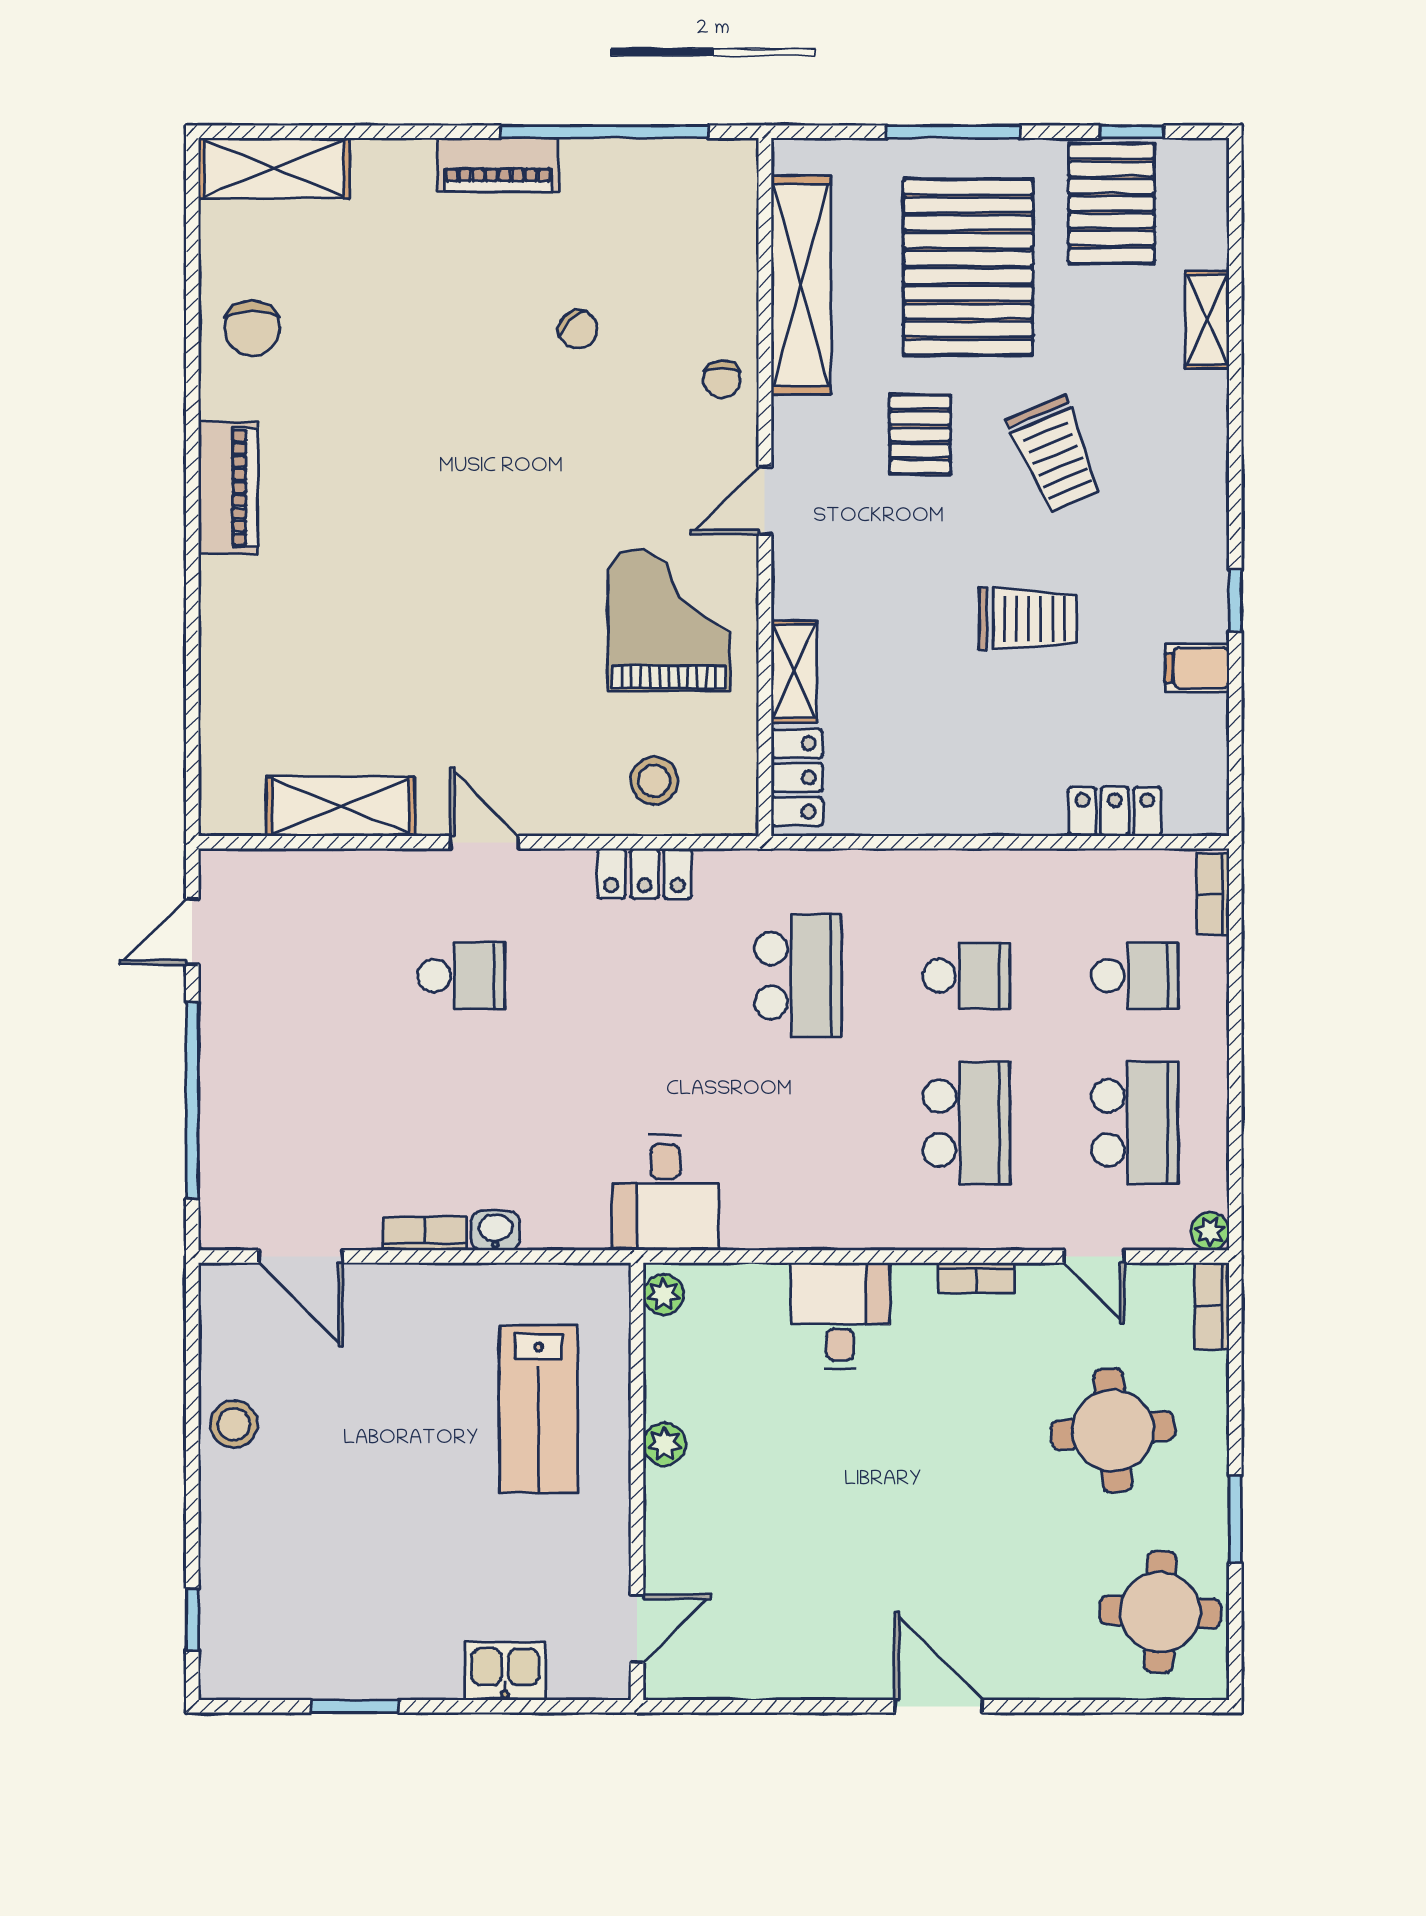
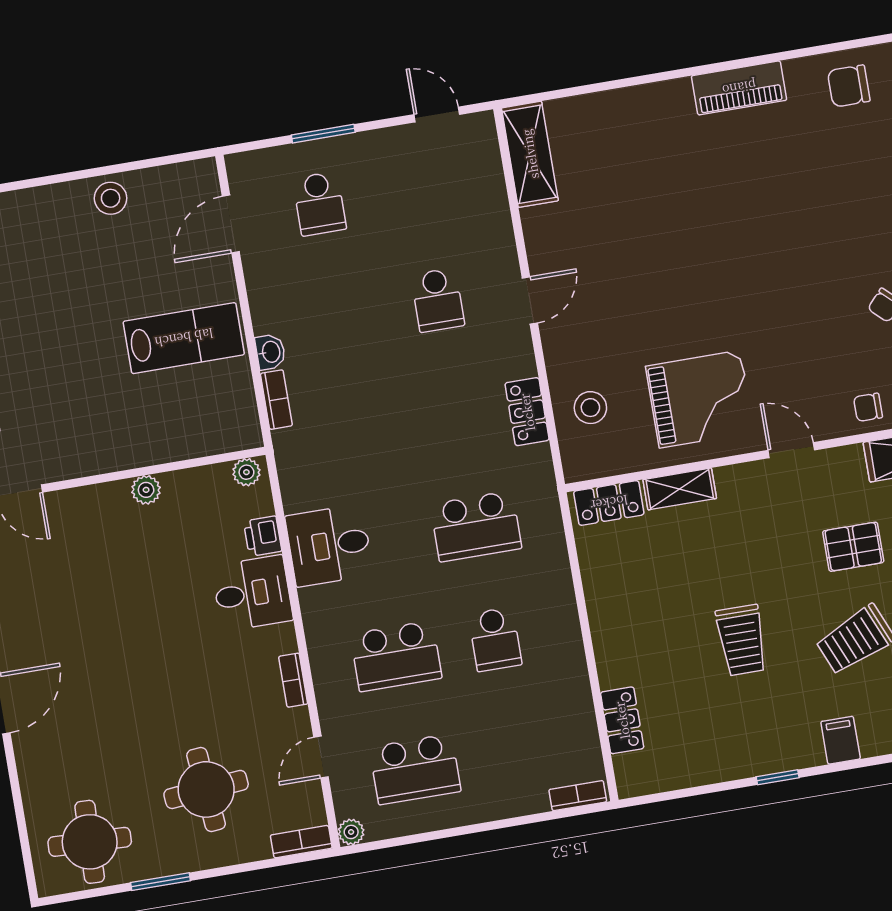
filing cabinet: (1197, 668) -> (841, 740), moved
shelving: (341, 806) -> (530, 154), moved
school desk: (1135, 976) -> (319, 204), moved
window: (192, 1100) -> (323, 134), width x0.47
desk: (665, 1193) -> (329, 545), moved
bookcase: (425, 1233) -> (276, 400), moved
printer: (760, 1287) -> (263, 536), added
lab bench: (539, 1409) -> (184, 338), moved, turned 180

